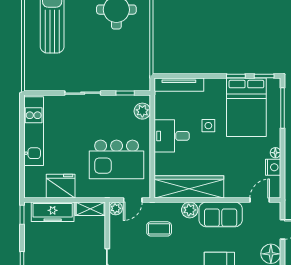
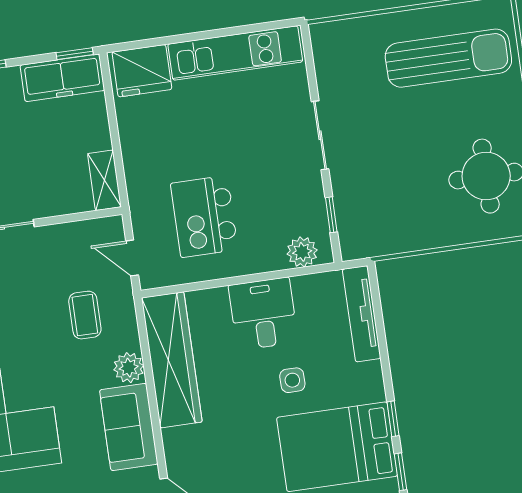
kitchen island: (117, 159) -> (204, 217), width x0.73, depth x0.78
fridge: (61, 186) -> (142, 71), moved, turned 90
plant: (116, 208) -> (112, 228), removed
freezer: (53, 212) -> (62, 78), moved, turned -90

